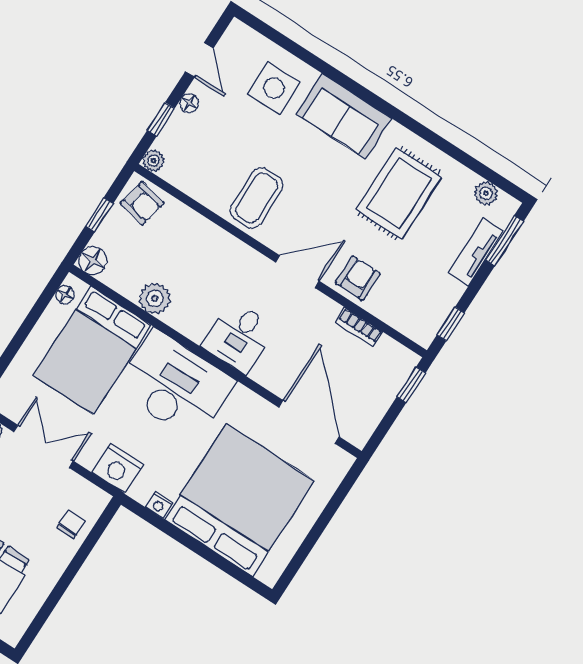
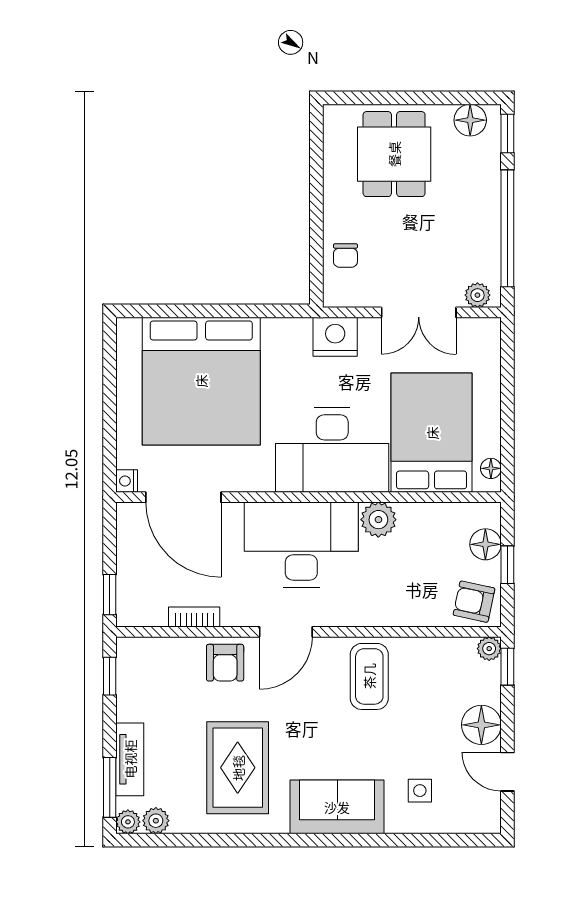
side table: (274, 88) -> (420, 791), width x0.54, depth x0.54
floor lamp: (189, 103) -> (481, 725), width x1.89, depth x1.89
window: (161, 119) -> (507, 667), moved
plant: (507, 206) -> (128, 822), added
floor lamp: (93, 261) -> (485, 544), moved
plant: (155, 299) -> (378, 520), moved
desk: (239, 337) -> (301, 544), width x1.87, depth x1.30
nightstand: (159, 505) -> (127, 481), moved, turned -90

